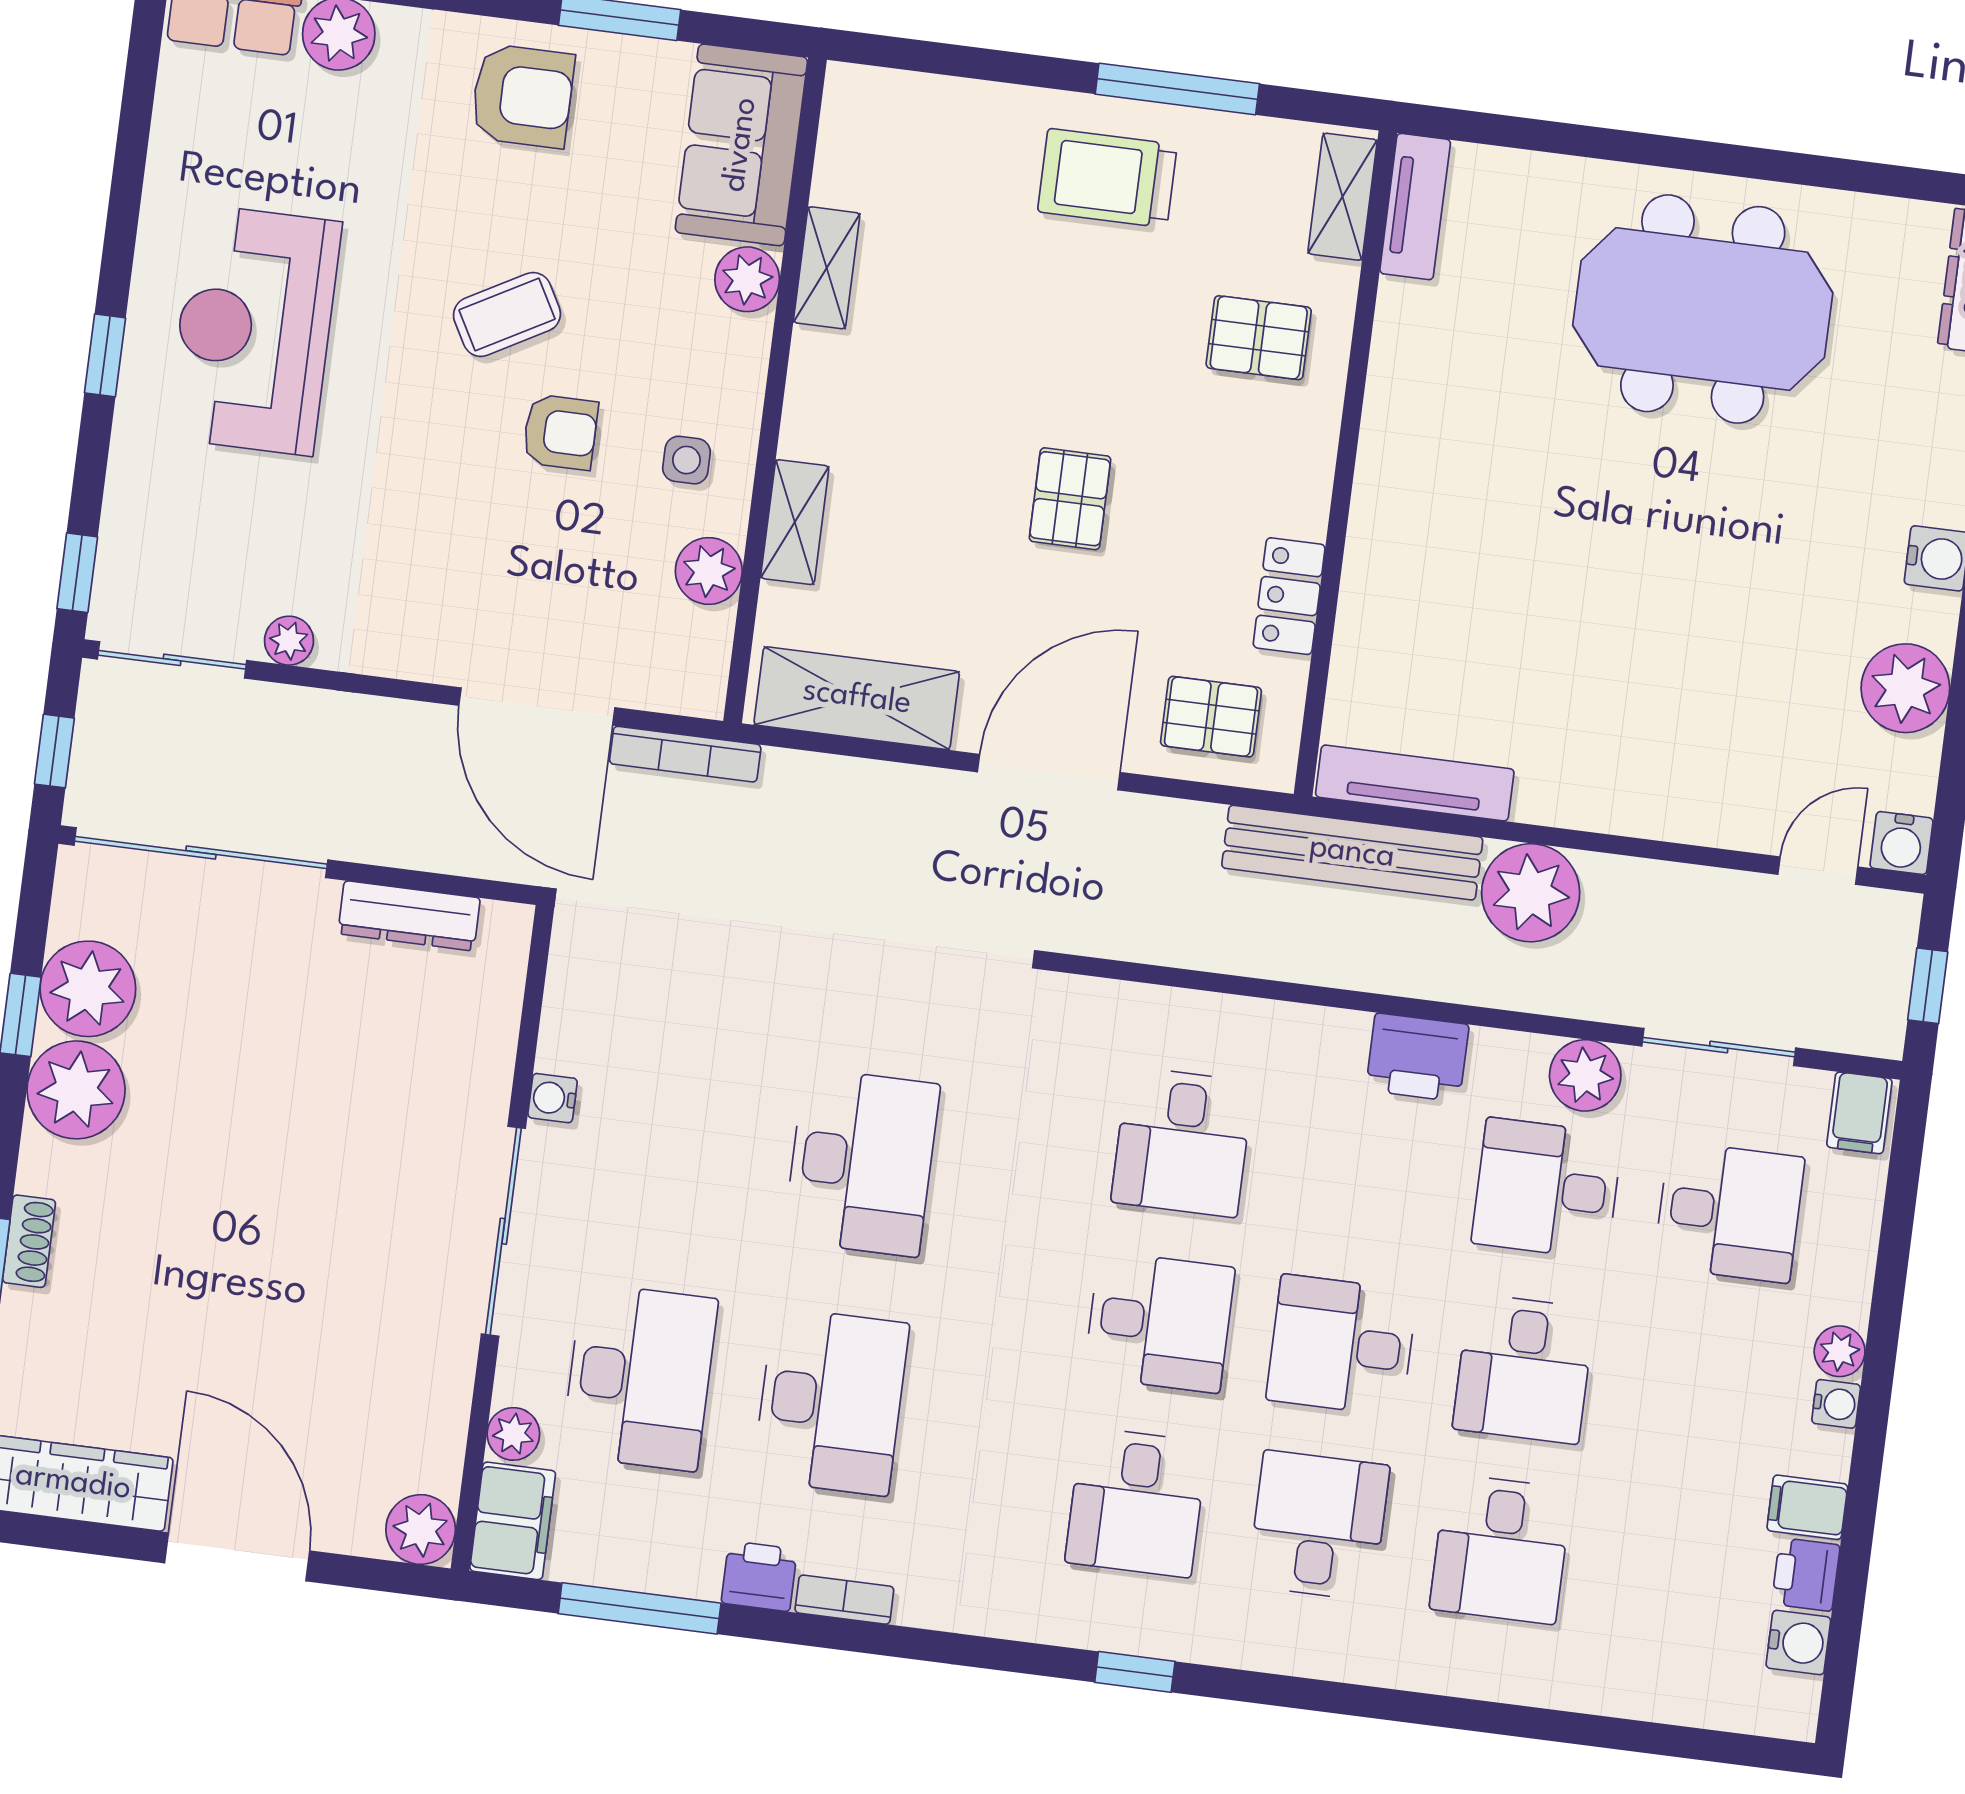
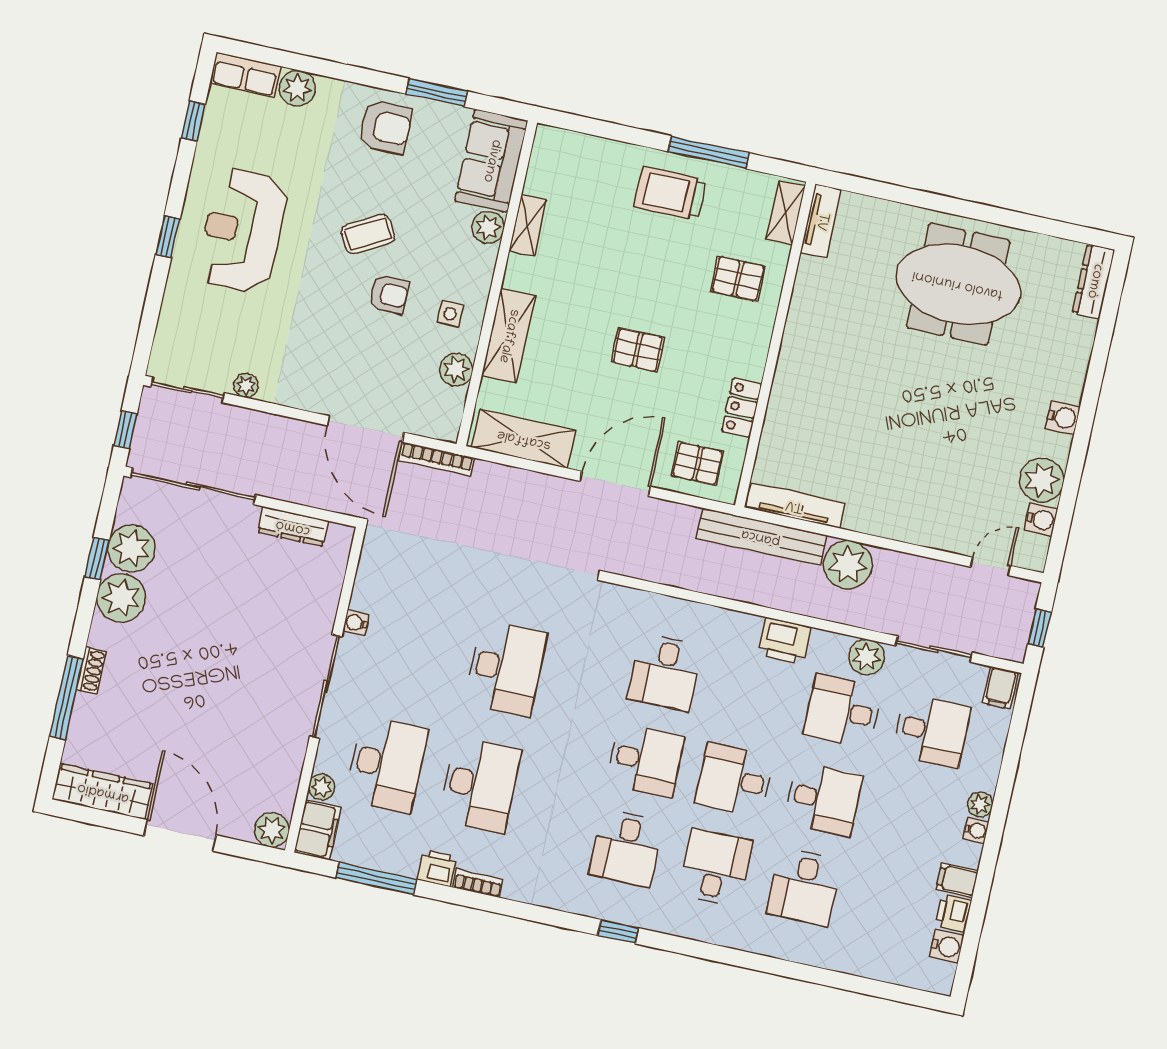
pallet: (1070, 499) -> (638, 350), turned 90
shelving: (795, 522) -> (508, 336), width x1.50, depth x1.33
window: (77, 573) -> (193, 121), moved
water cooler: (1901, 843) -> (1041, 520), moved, turned -90
desk: (1524, 1369) -> (823, 799), turned -90

